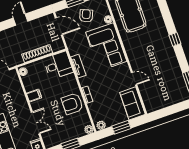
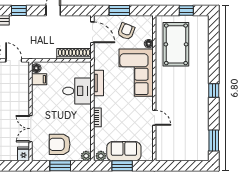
shoe rack: (37, 54) -> (74, 54), moved
desk: (58, 65) -> (77, 91), moved
filing cabinet: (34, 96) -> (39, 79), moved
sofa: (132, 103) -> (124, 151), moved, turned 90
armchair: (72, 104) -> (60, 144), moved
double door: (36, 123) -> (31, 129), swing flipped

